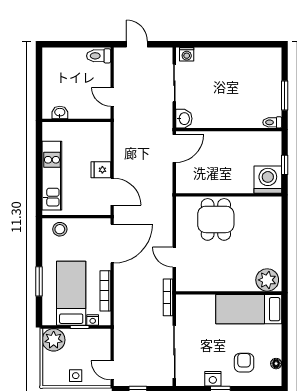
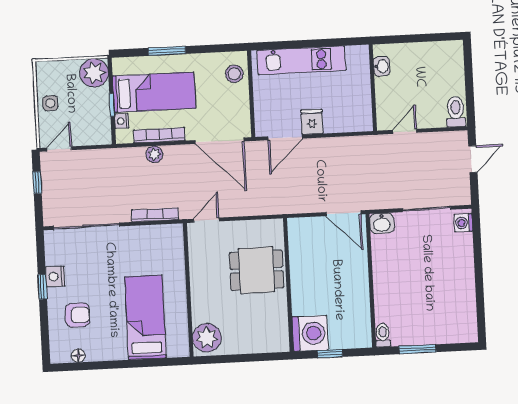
plant: (267, 280) -> (207, 338), moved
wall: (229, 293) -> (188, 290), moved
plant: (120, 295) -> (154, 154), added

